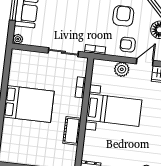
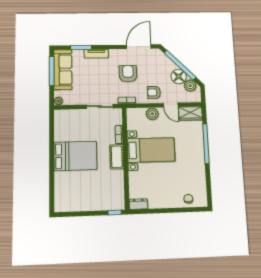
armchair: (123, 16) -> (128, 74), moved
door: (145, 62) -> (171, 105), swing flipped
cot: (72, 131) -> (117, 157), moved

